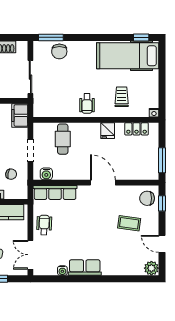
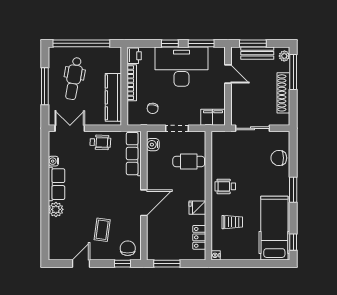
window: (51, 37) -> (293, 190), moved
plant: (151, 268) -> (56, 209), moved

